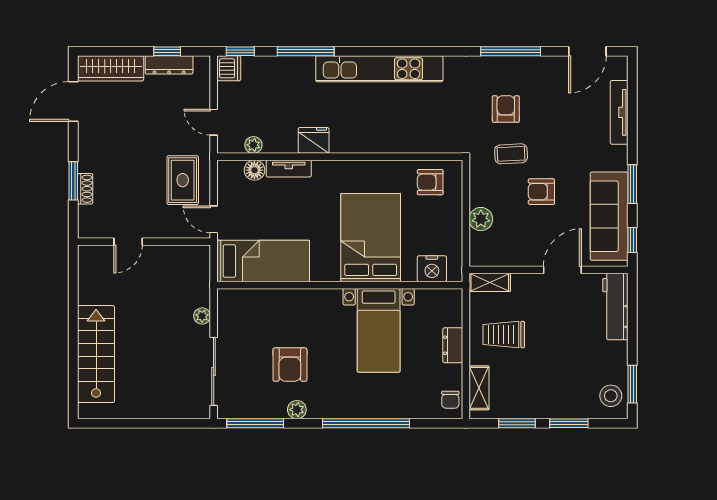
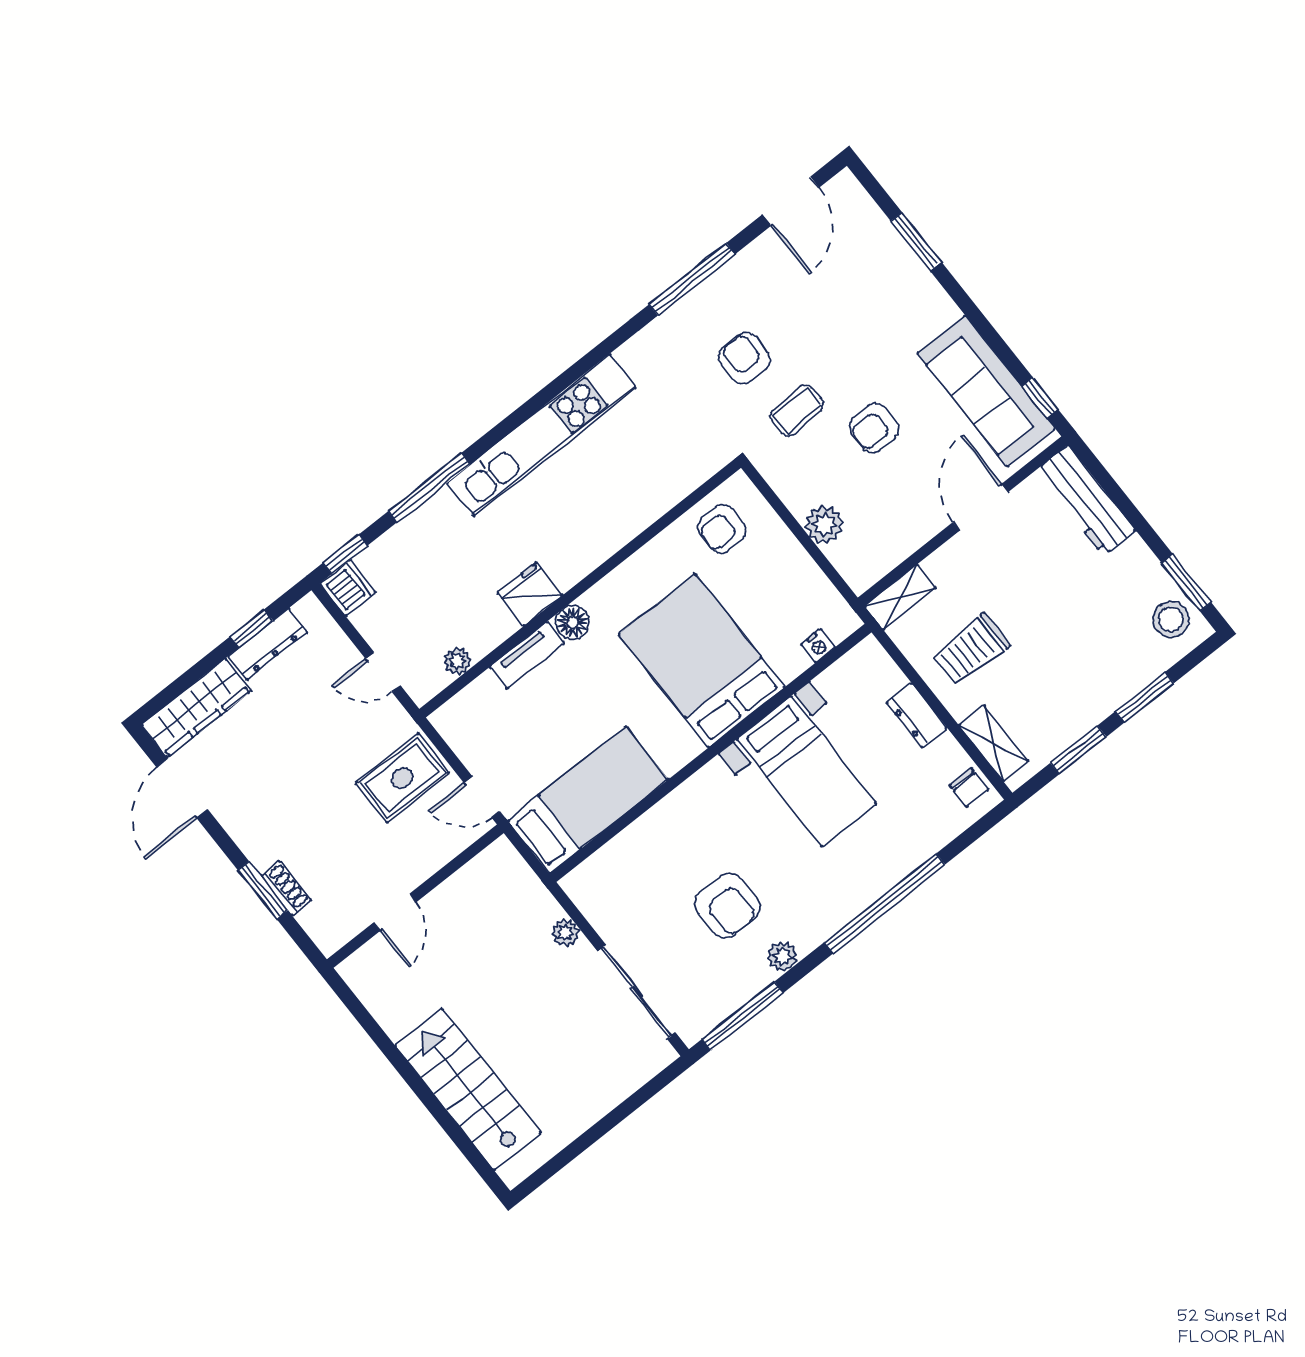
tv unit: (619, 112) -> (893, 247), removed
floor lamp: (254, 170) -> (572, 622), moved
rug: (183, 180) -> (402, 778), turned 90
window: (632, 184) -> (916, 242), moved
nightstand: (432, 269) -> (818, 646), width x0.53, depth x0.56

